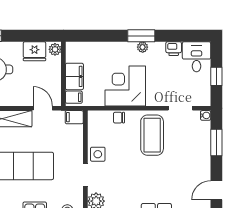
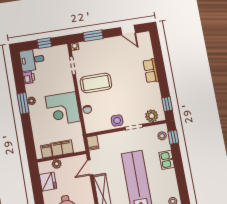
plant: (55, 49) -> (57, 164), moved
filing cabinet: (74, 97) -> (46, 151), moved

